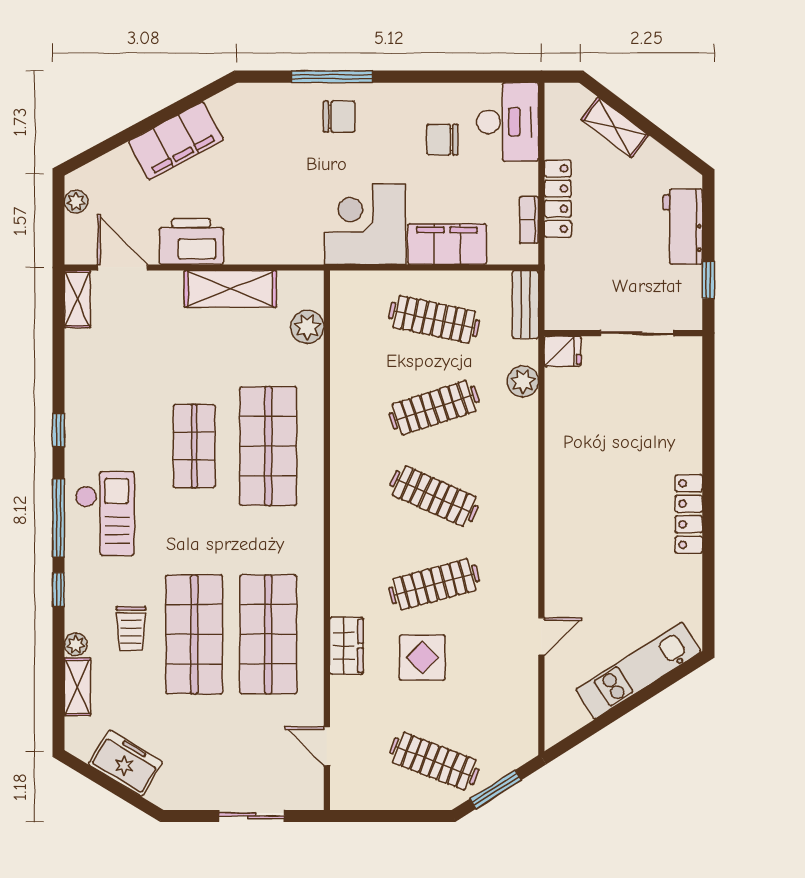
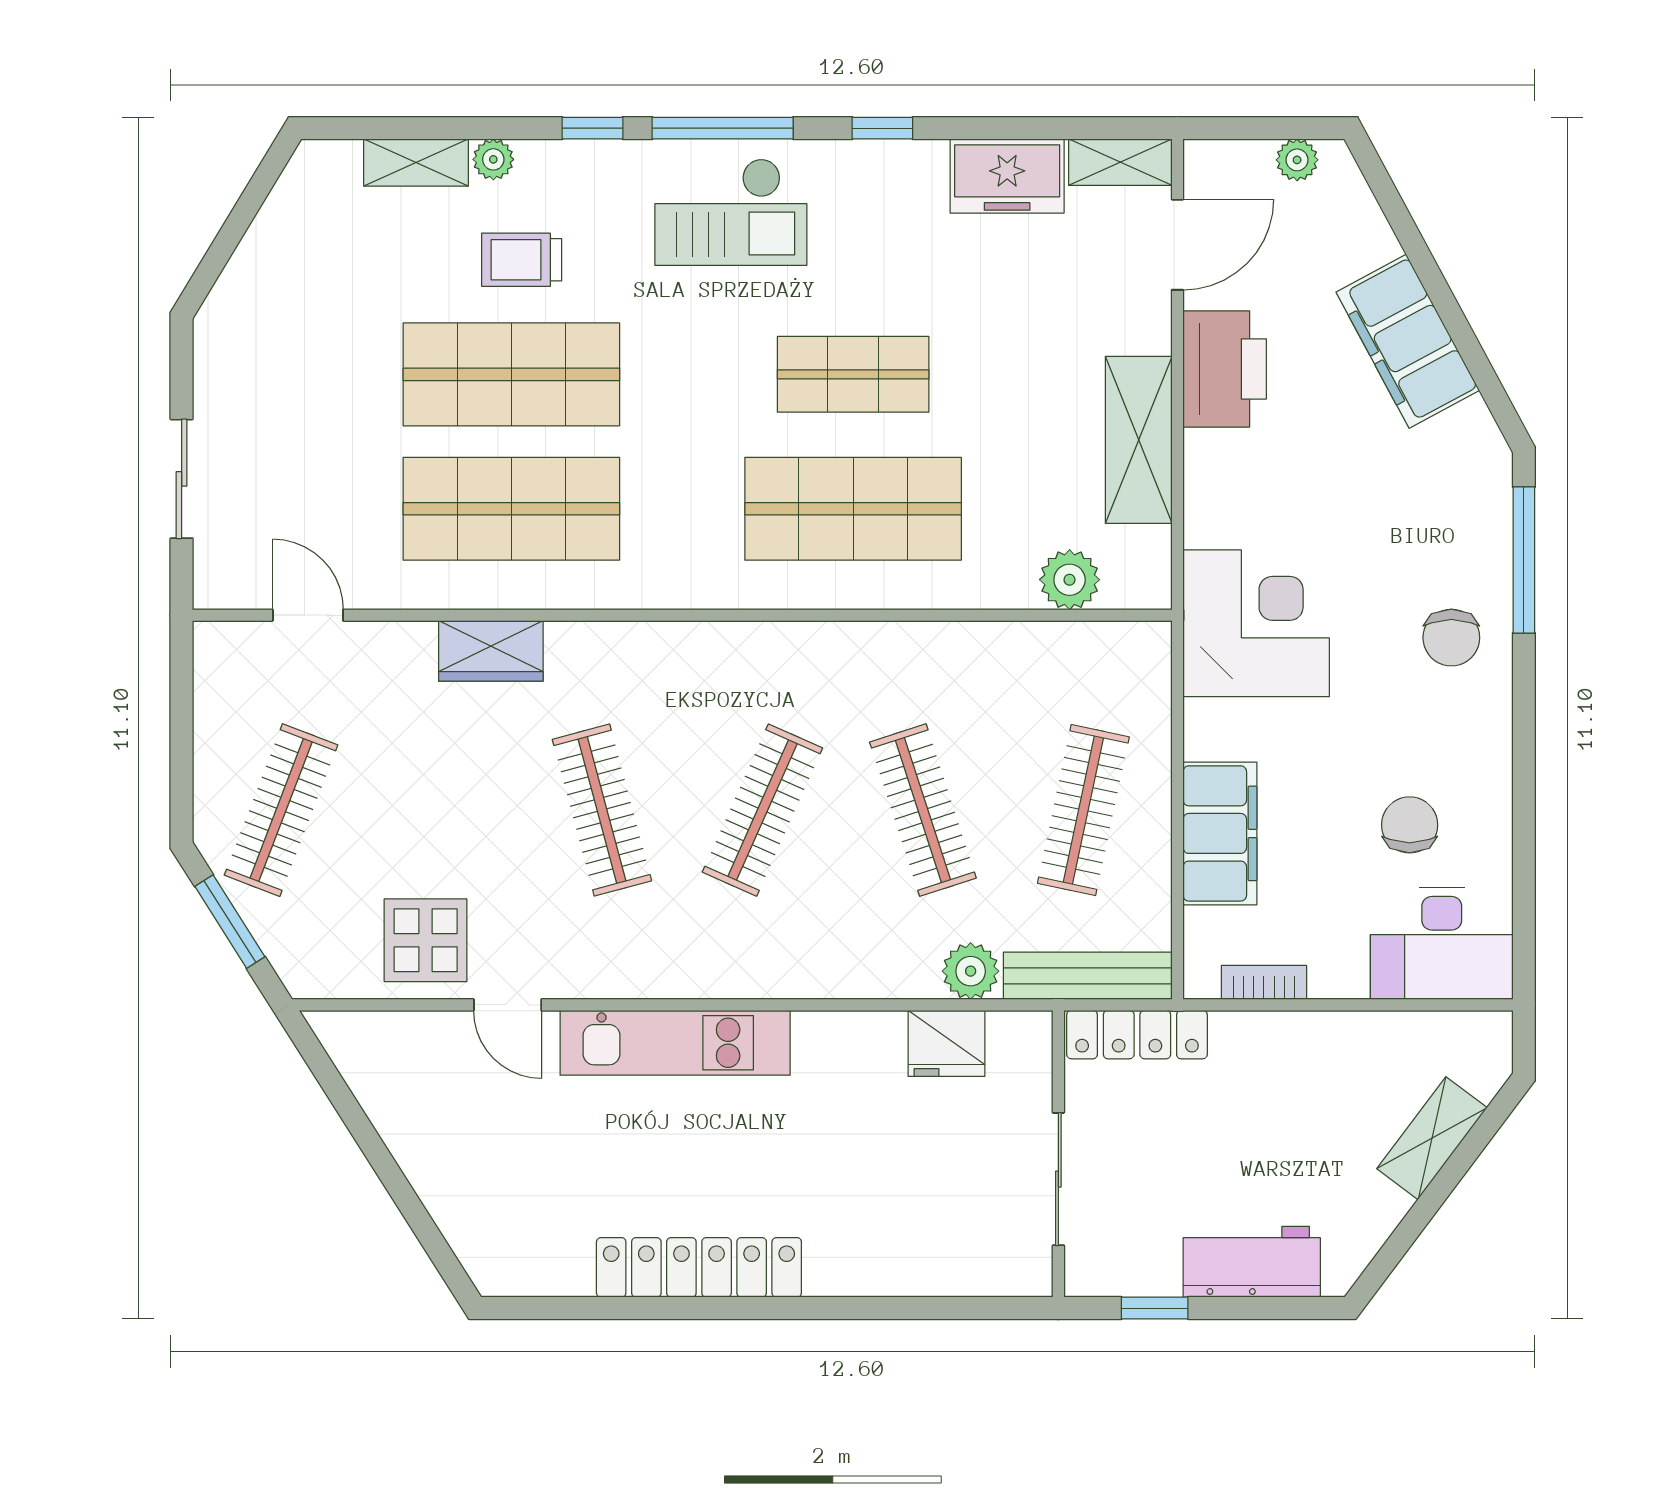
window: (332, 77) -> (1524, 560), moved
locker: (558, 199) -> (1137, 1035), moved
corner desk: (365, 224) -> (1256, 623), moved
bench: (525, 305) -> (1088, 976), width x1.36
fridge: (563, 351) -> (946, 1043), moved, width x1.38
locker: (689, 514) -> (699, 1267), width x1.41, depth x1.21
display table: (422, 658) -> (426, 940), moved
kitchen unit: (638, 671) -> (675, 1043), moved, turned 122
door: (327, 746) -> (308, 615), hinge flipped
freezer: (126, 763) -> (1007, 176), moved, turned 59

